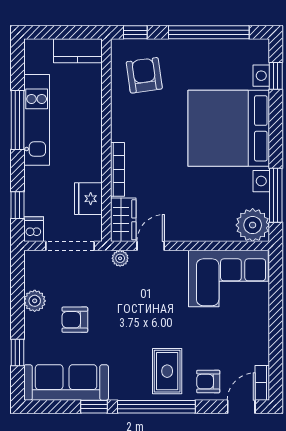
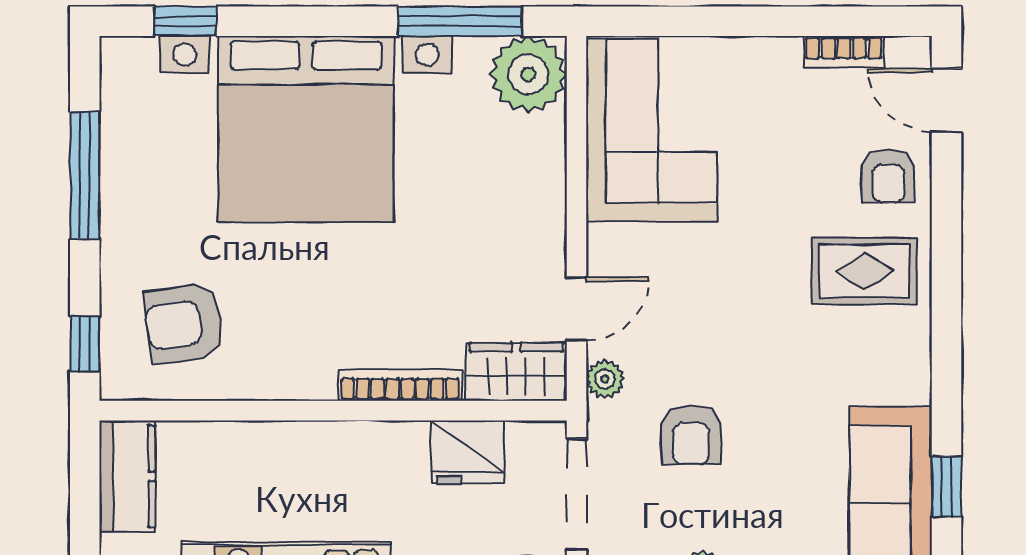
window: (209, 32) -> (85, 175), width x0.68
door: (151, 246) -> (576, 309), swing flipped
armchair: (75, 320) -> (691, 435), moved
bookcase: (262, 383) -> (844, 52), moved
window: (94, 407) -> (946, 486), moved
window: (156, 407) -> (946, 295), removed

